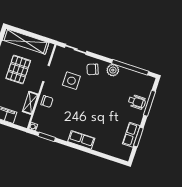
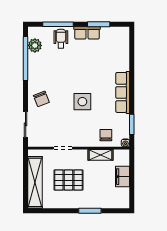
plant: (113, 70) -> (35, 45), moved
side table: (71, 81) -> (82, 102), moved
chair: (47, 101) -> (106, 135), moved
row of seats: (131, 135) -> (87, 33), moved
row of seats: (81, 140) -> (123, 92), width x1.48

